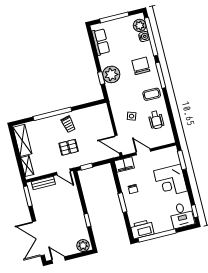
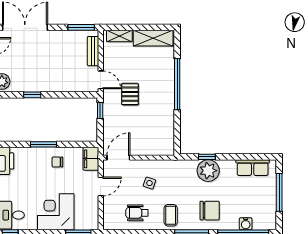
plant: (140, 25) -> (261, 222), removed
trolley: (68, 124) -> (159, 101), removed
door: (63, 172) -> (101, 80), swing flipped

